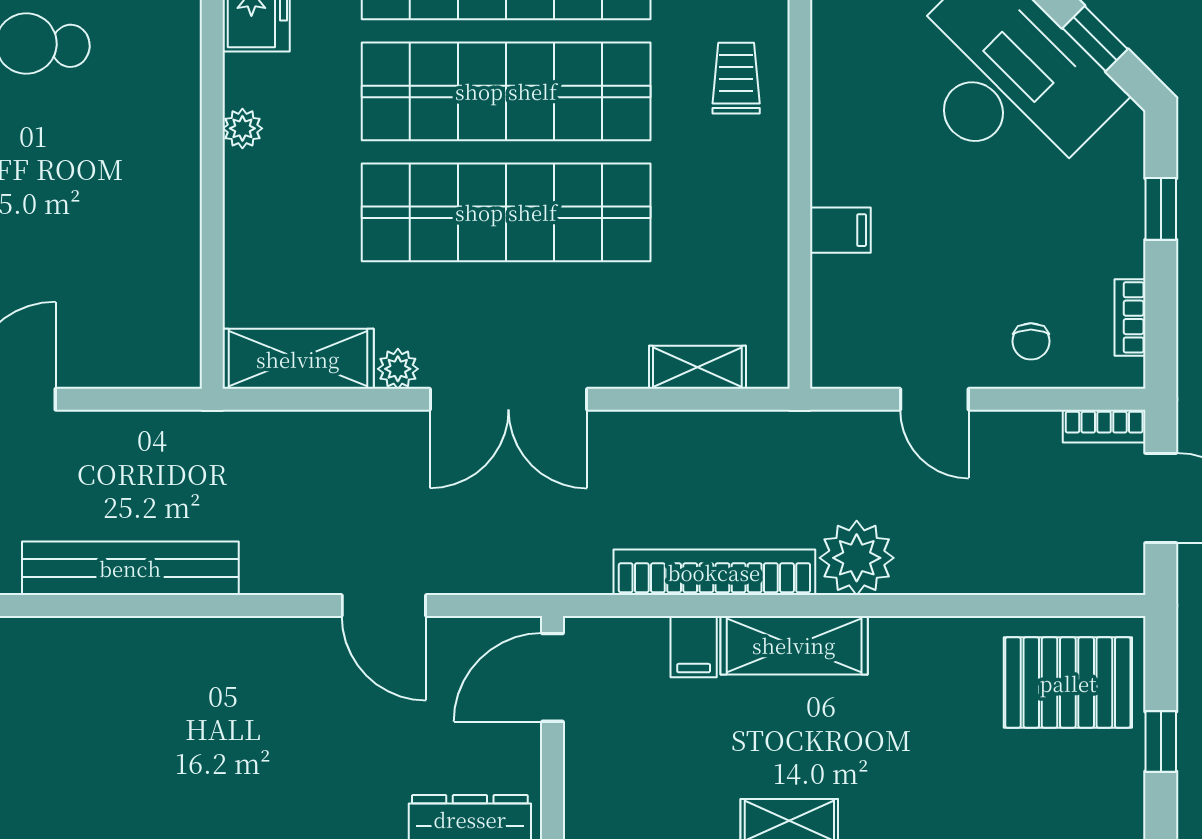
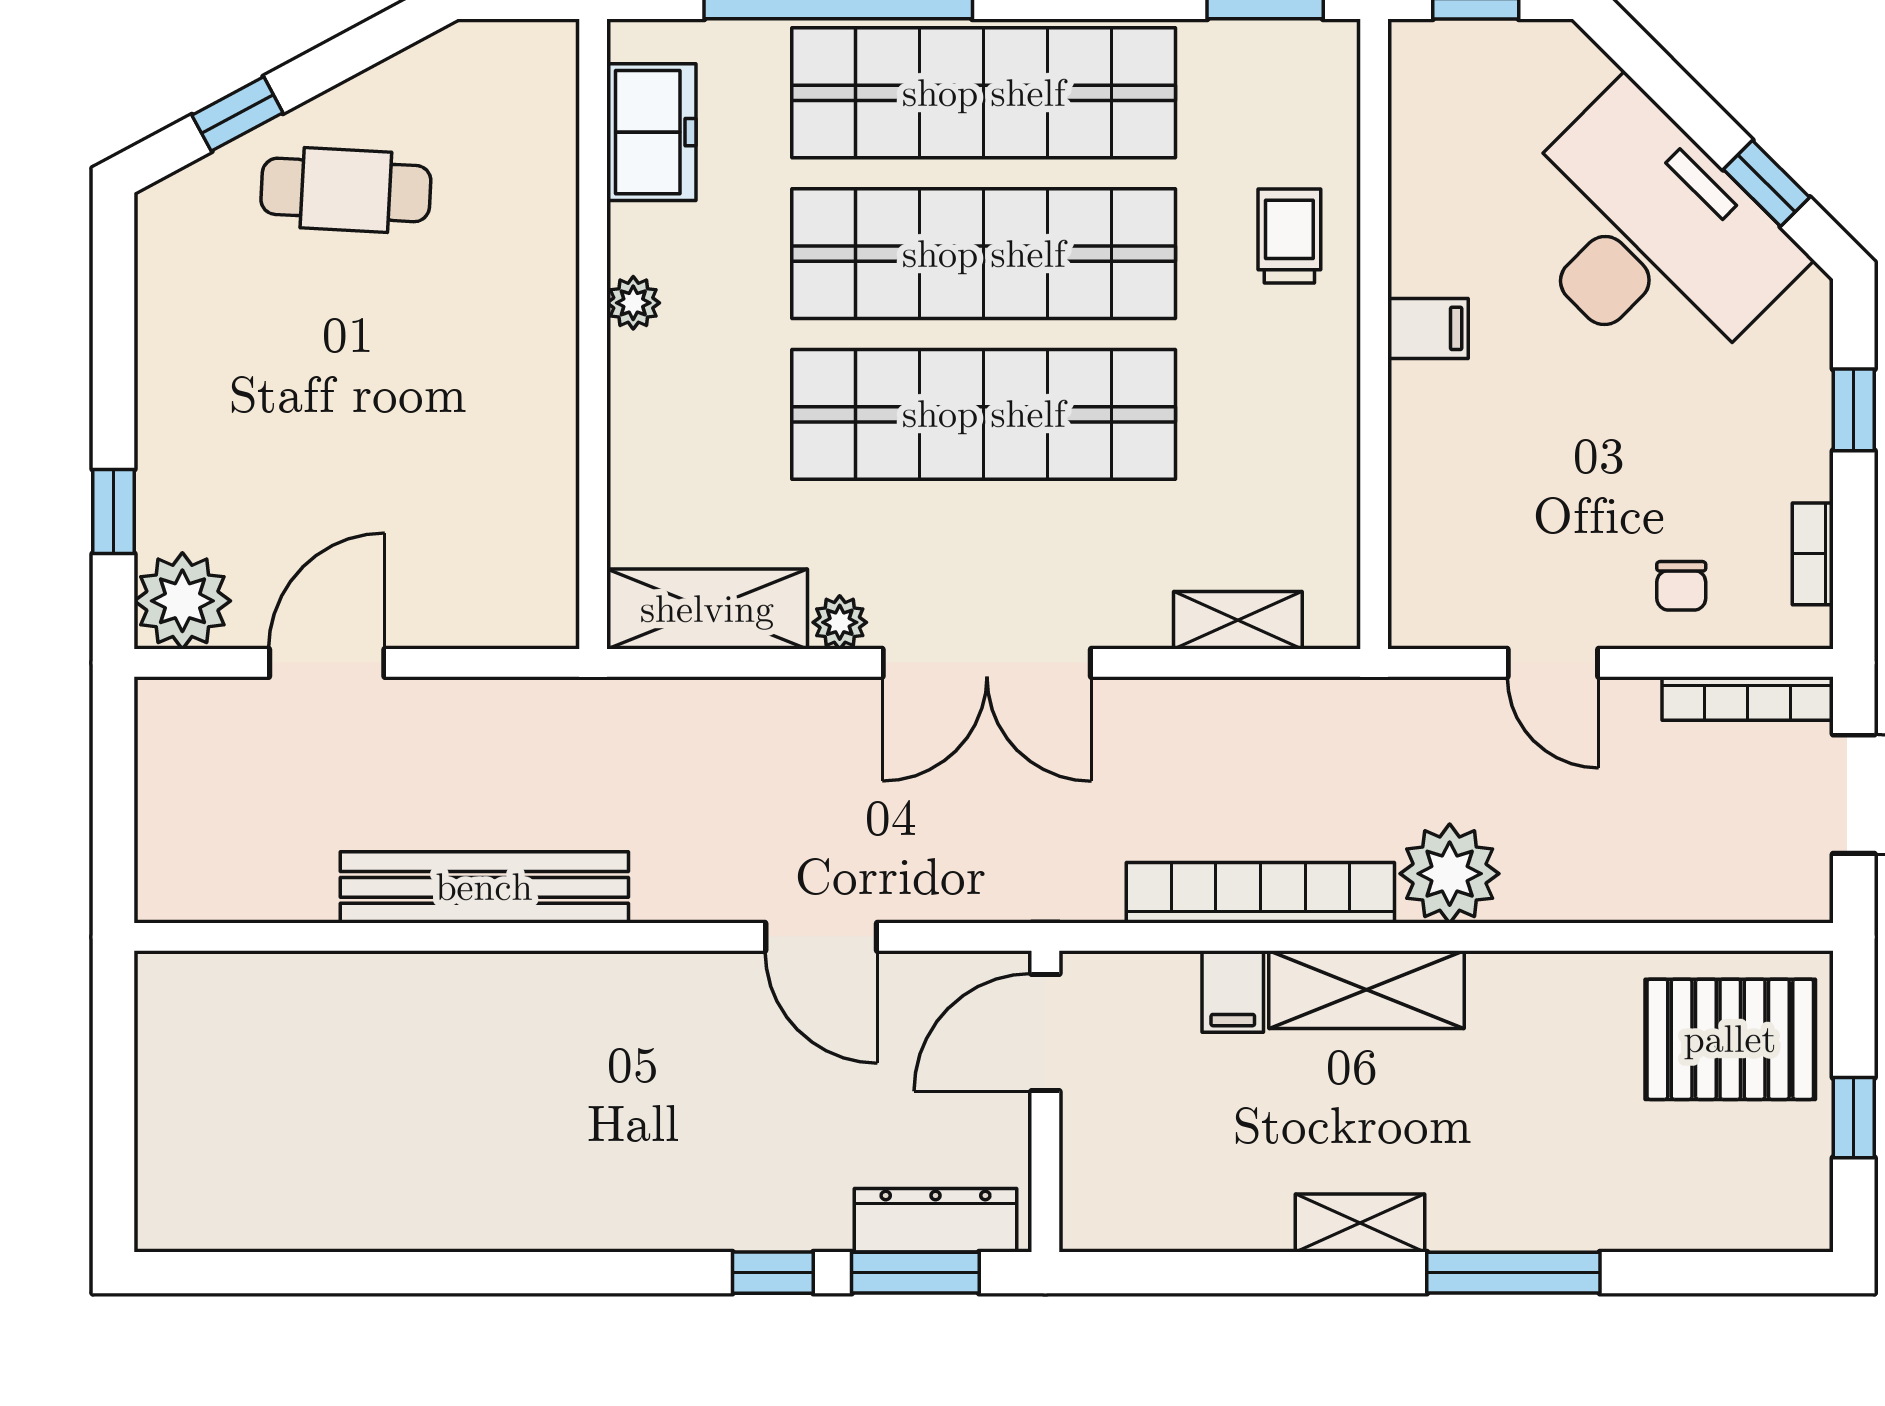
filing cabinet: (840, 230) -> (1428, 328), moved
bookcase: (1104, 426) -> (1748, 698), width x1.56

